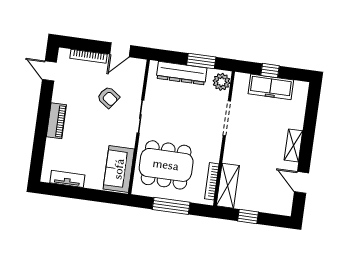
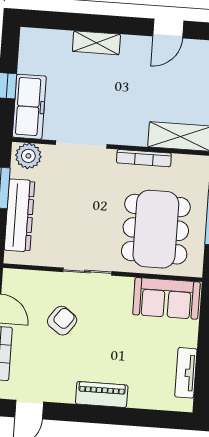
freezer: (271, 87) -> (29, 107), moved
shelving: (293, 145) -> (96, 43), moved
bookcase: (212, 181) -> (144, 158), moved

